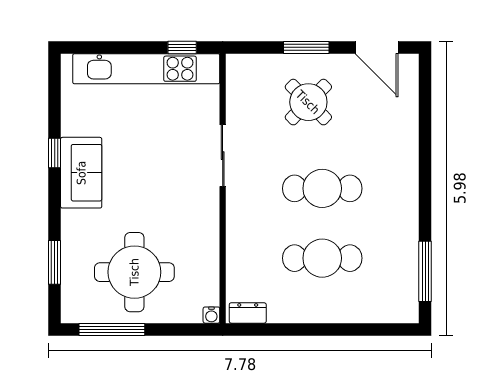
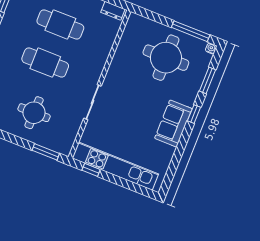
window: (306, 47) -> (46, 152), moved
round table: (308, 102) -> (34, 113), turned 45
window: (55, 153) -> (194, 114), moved
water cooler: (211, 315) -> (211, 48), moved

